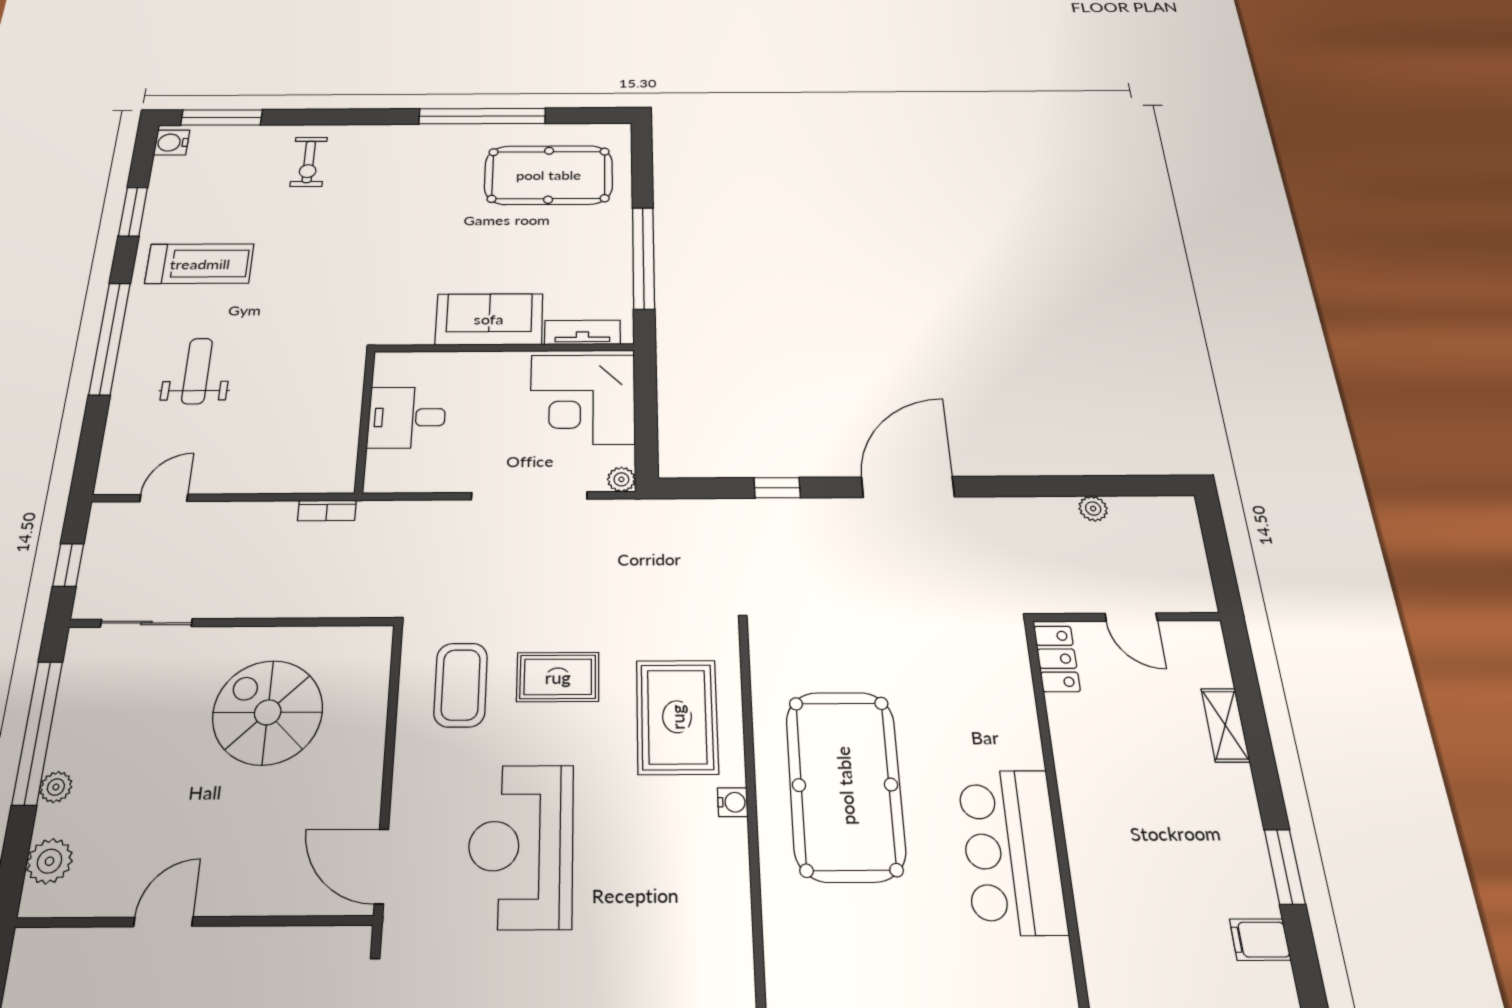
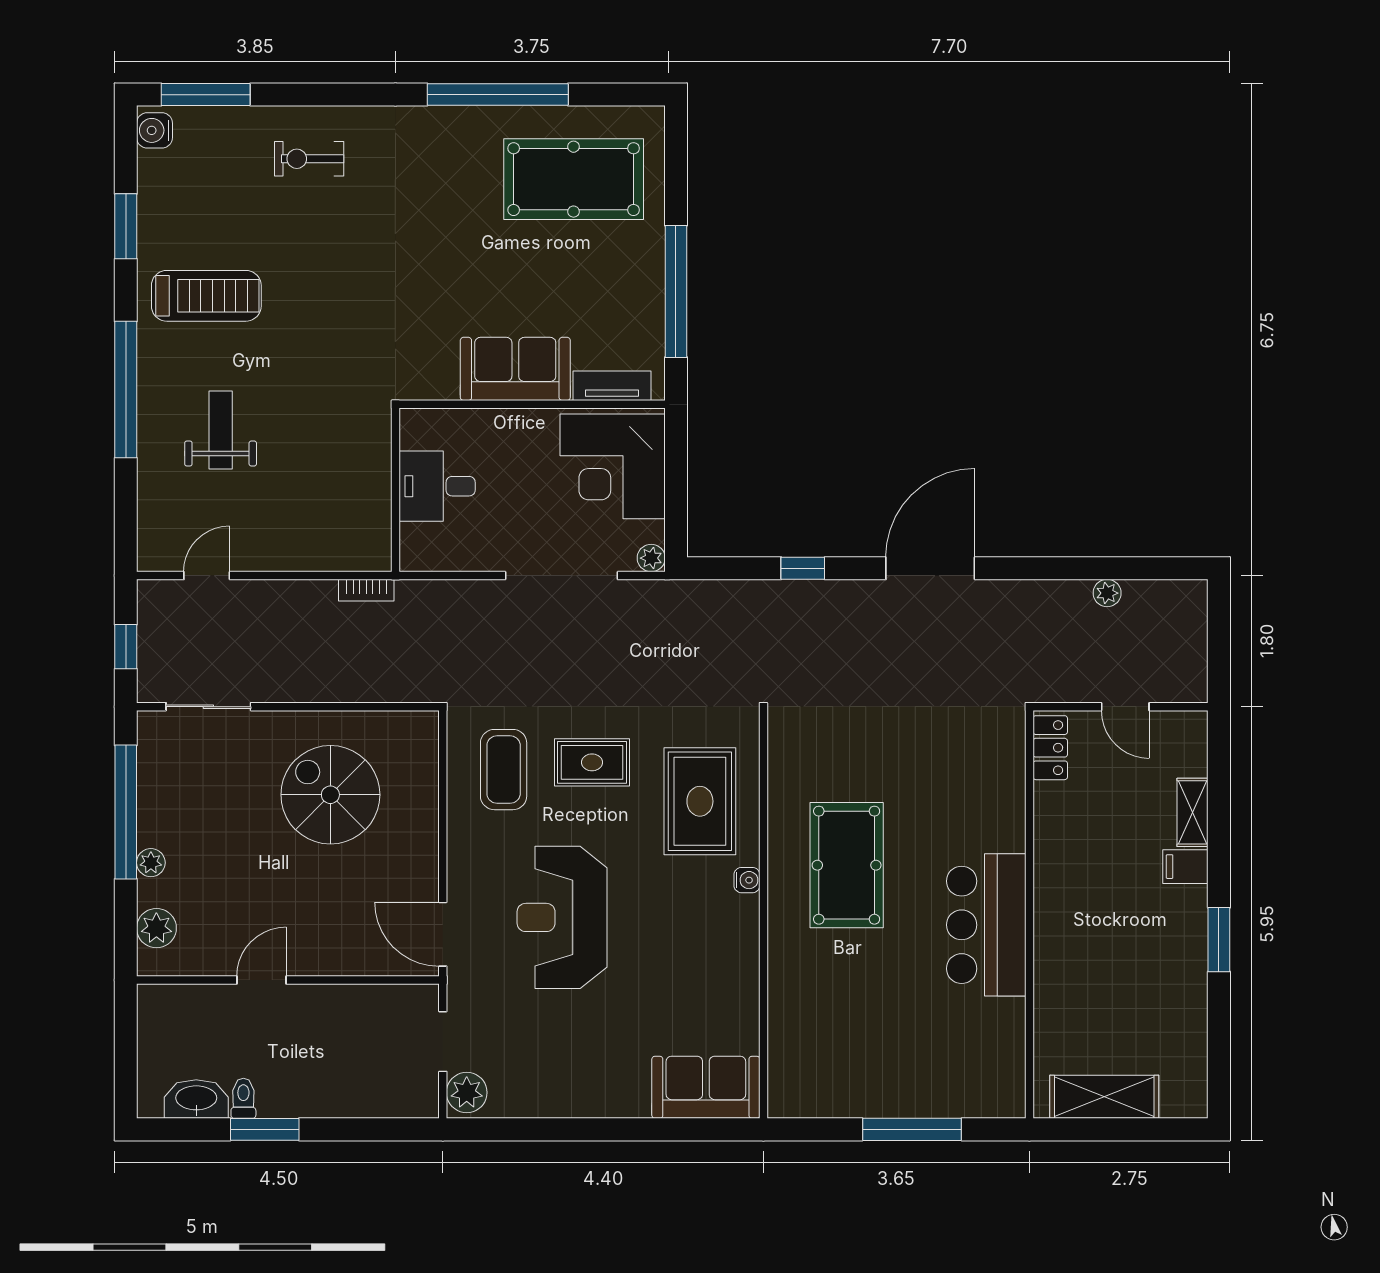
exercise bike: (309, 162) -> (309, 159), turned 90
pool table: (845, 785) -> (847, 865), width x0.73, depth x0.76
filing cabinet: (1260, 940) -> (1185, 867), moved

